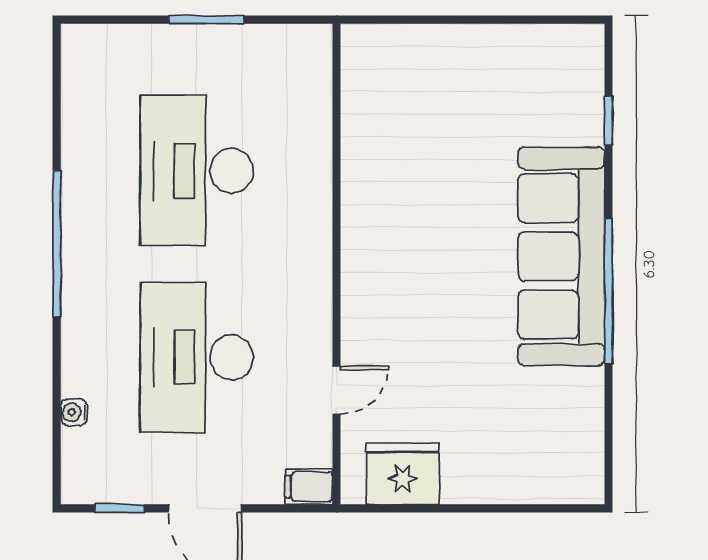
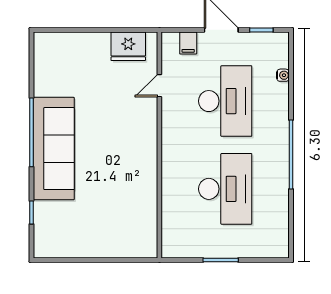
filing cabinet: (309, 487) -> (188, 43), moved, turned 90

